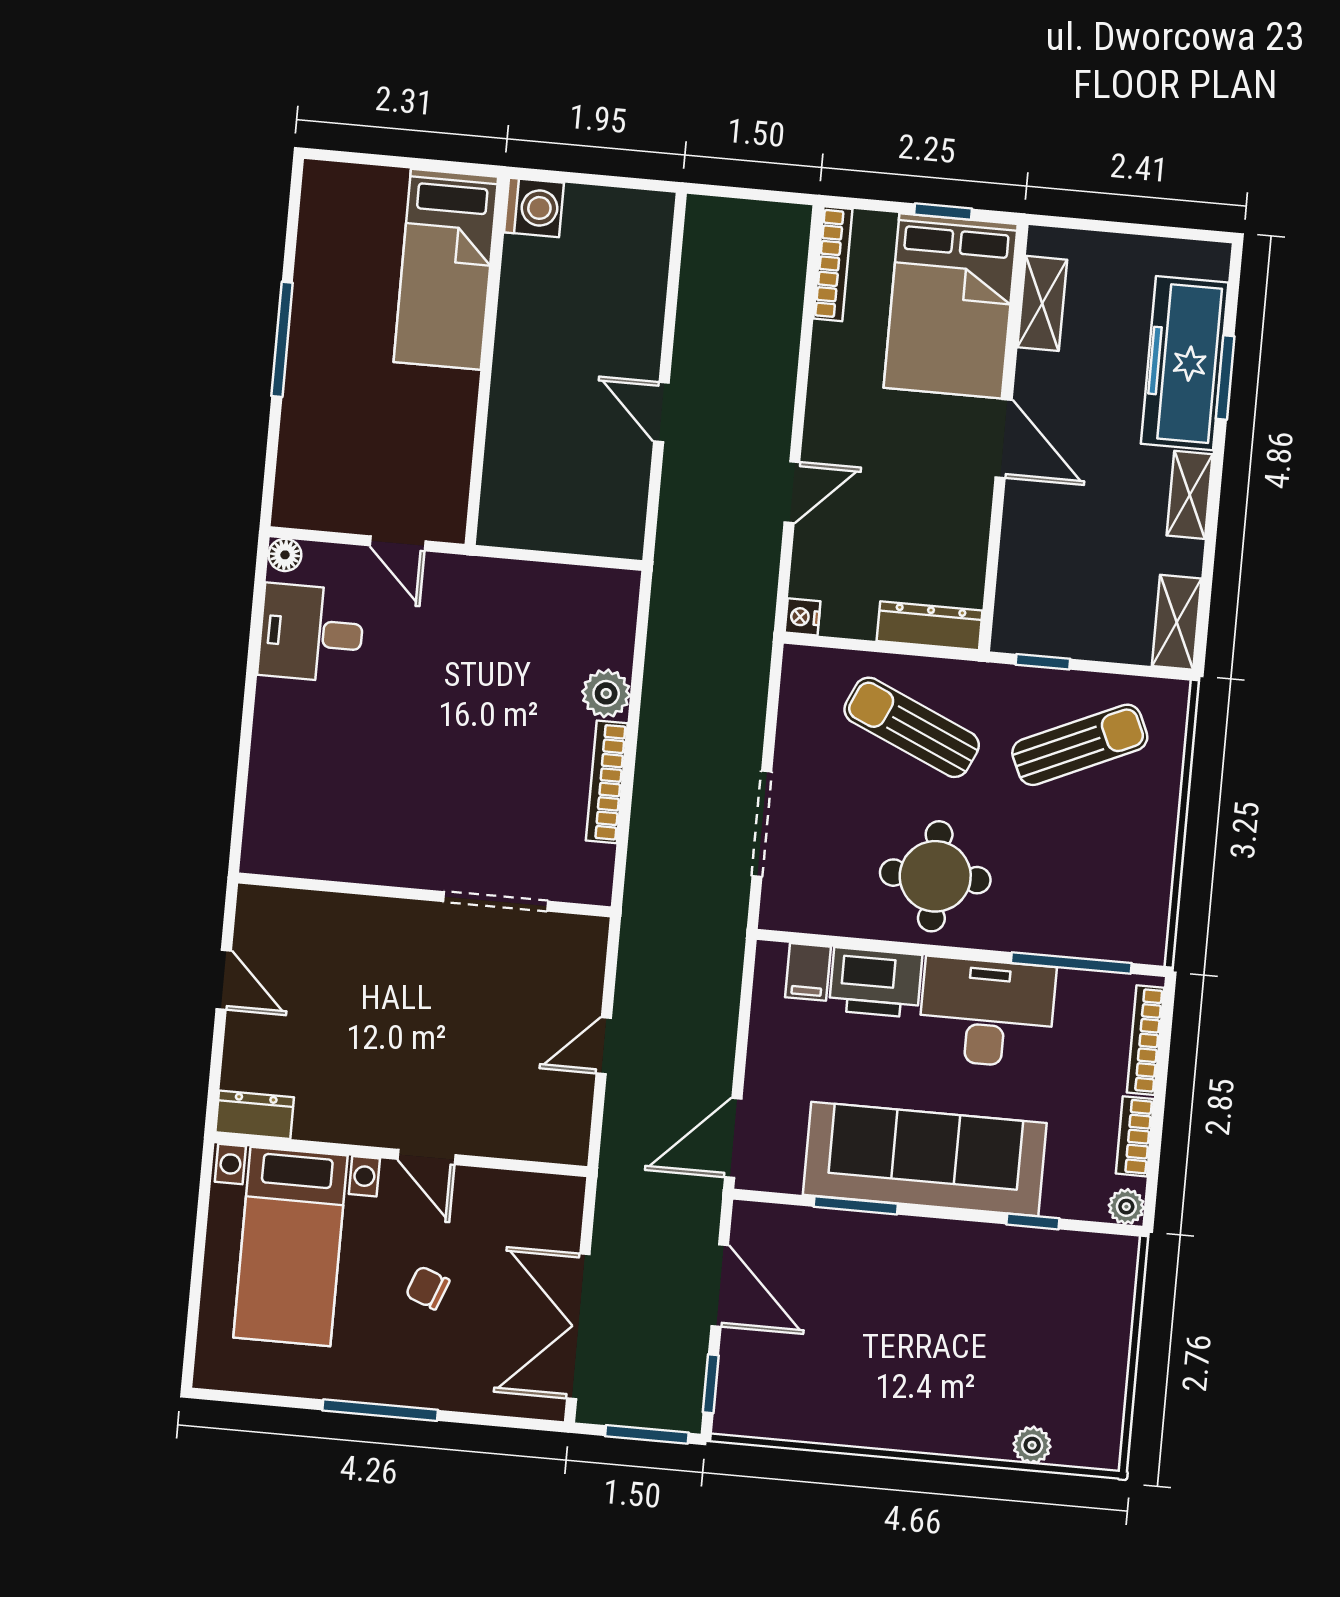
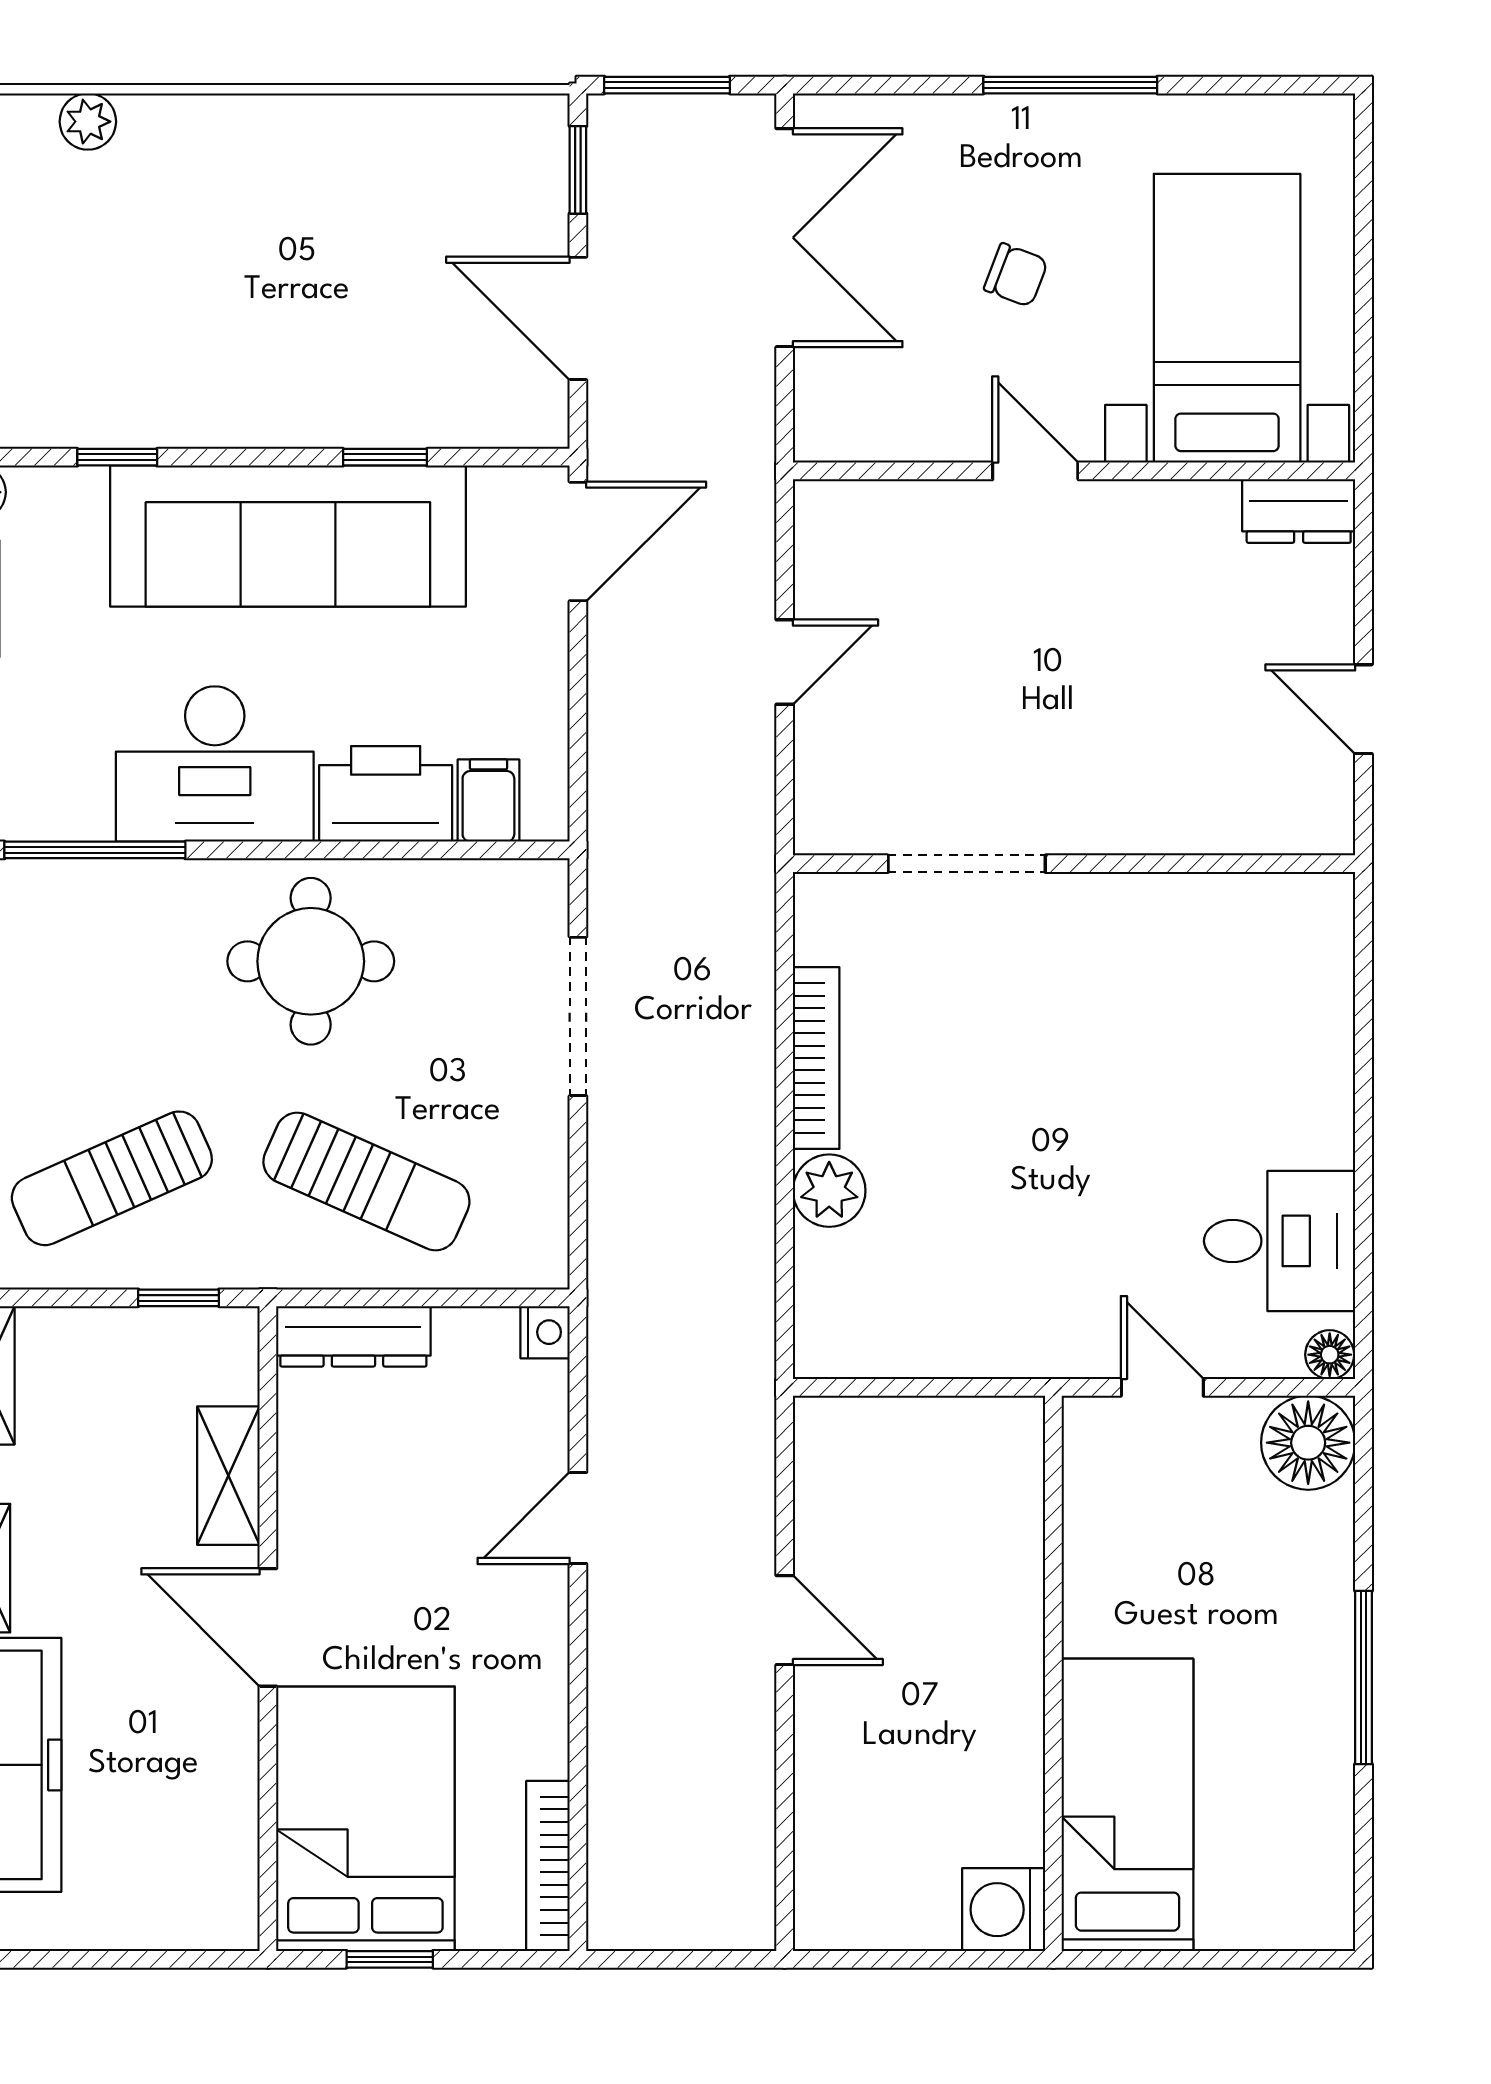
shelving: (1042, 303) -> (228, 1476), moved
floor lamp: (305, 498) -> (1308, 1443), added
window: (856, 1205) -> (385, 457), width x0.67

